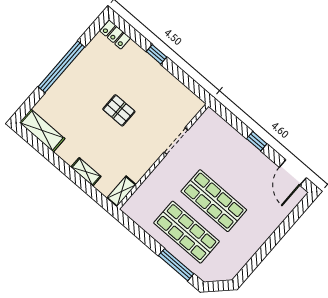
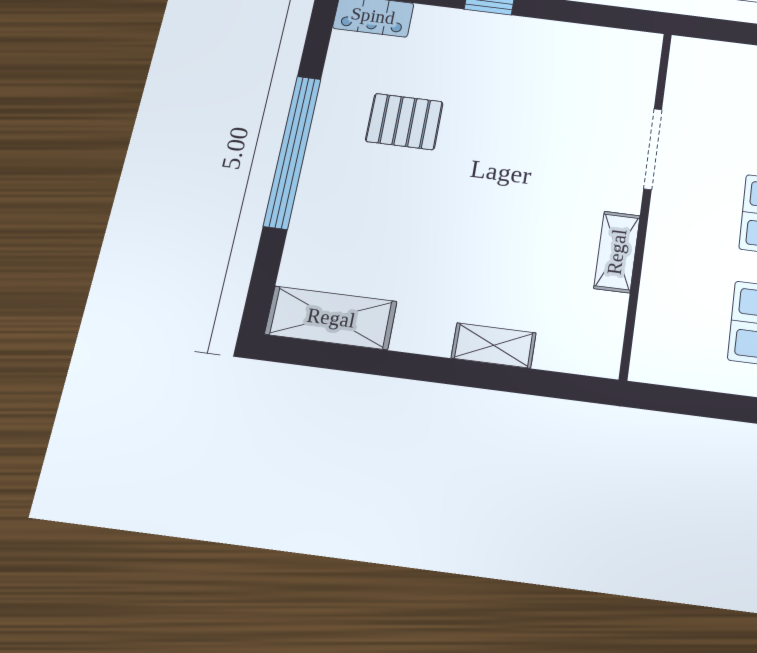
pallet: (119, 110) -> (404, 122), moved
shelving: (121, 191) -> (617, 252), moved

